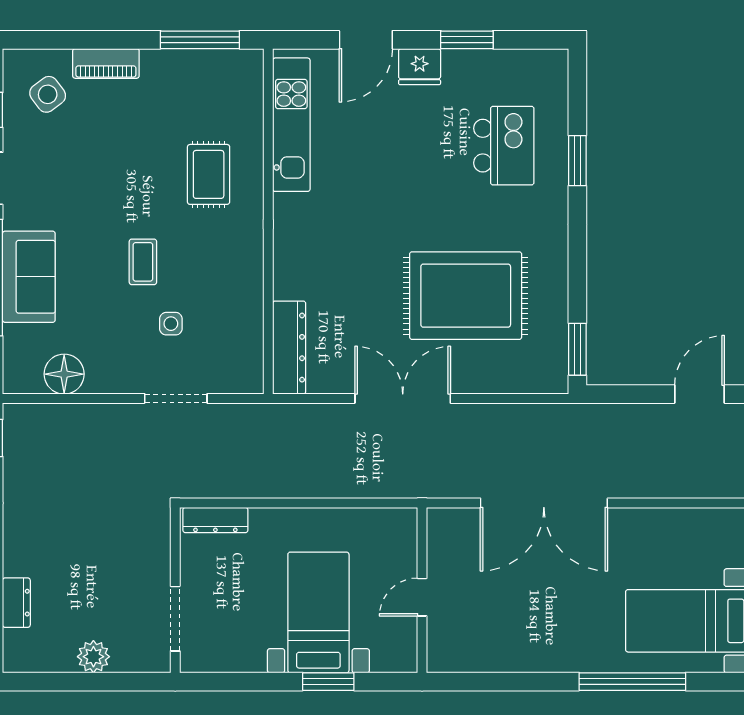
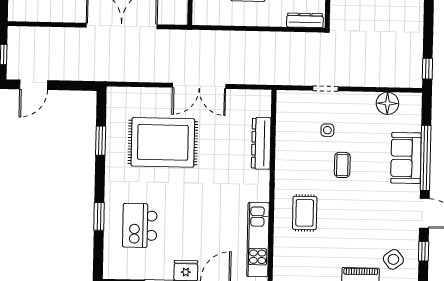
dresser: (289, 348) -> (261, 143), moved
window: (577, 349) -> (101, 141), moved
doorway: (176, 398) -> (326, 88), width x0.73

